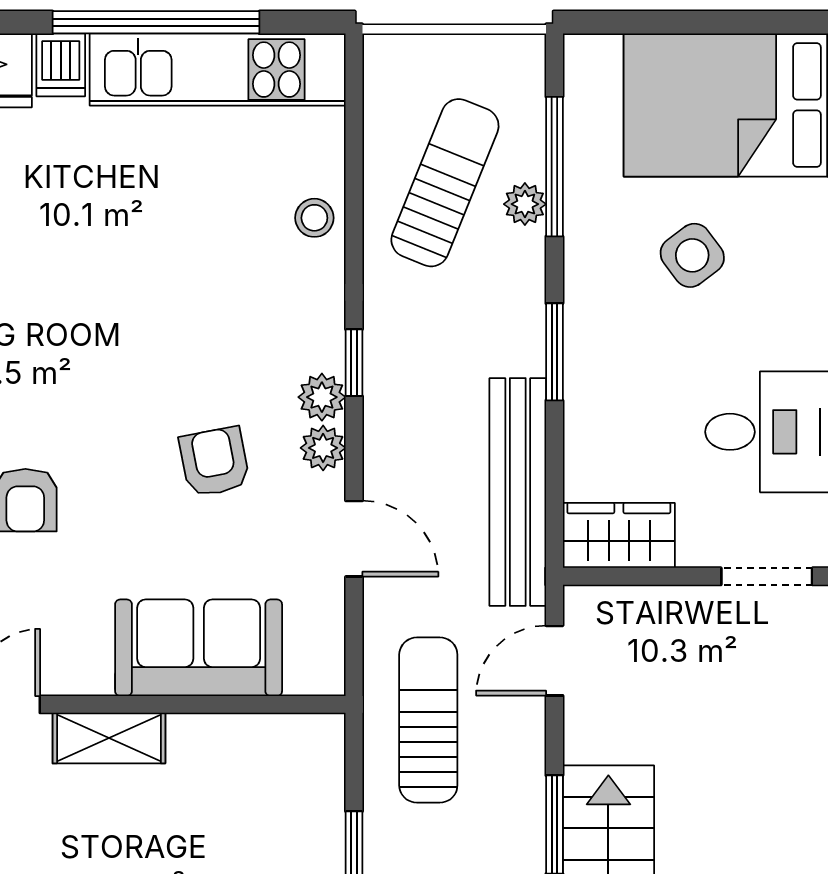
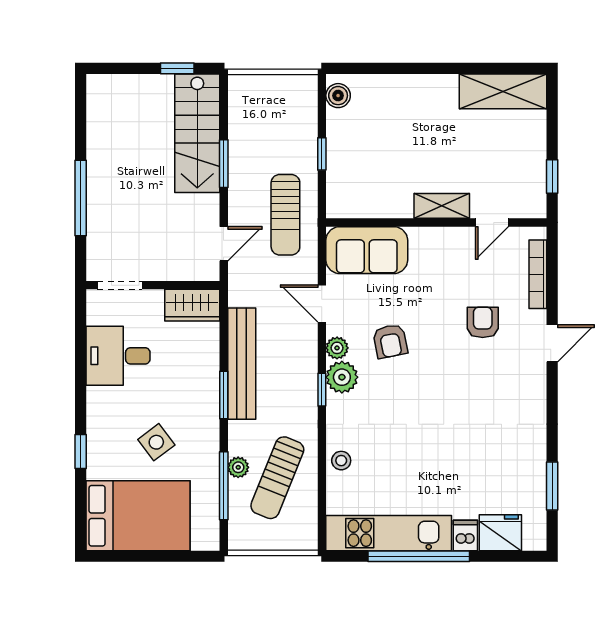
plant: (322, 397) -> (342, 377), width x1.38, depth x1.38
bench: (518, 492) -> (242, 364), moved
sofa: (199, 648) -> (367, 250), moved

